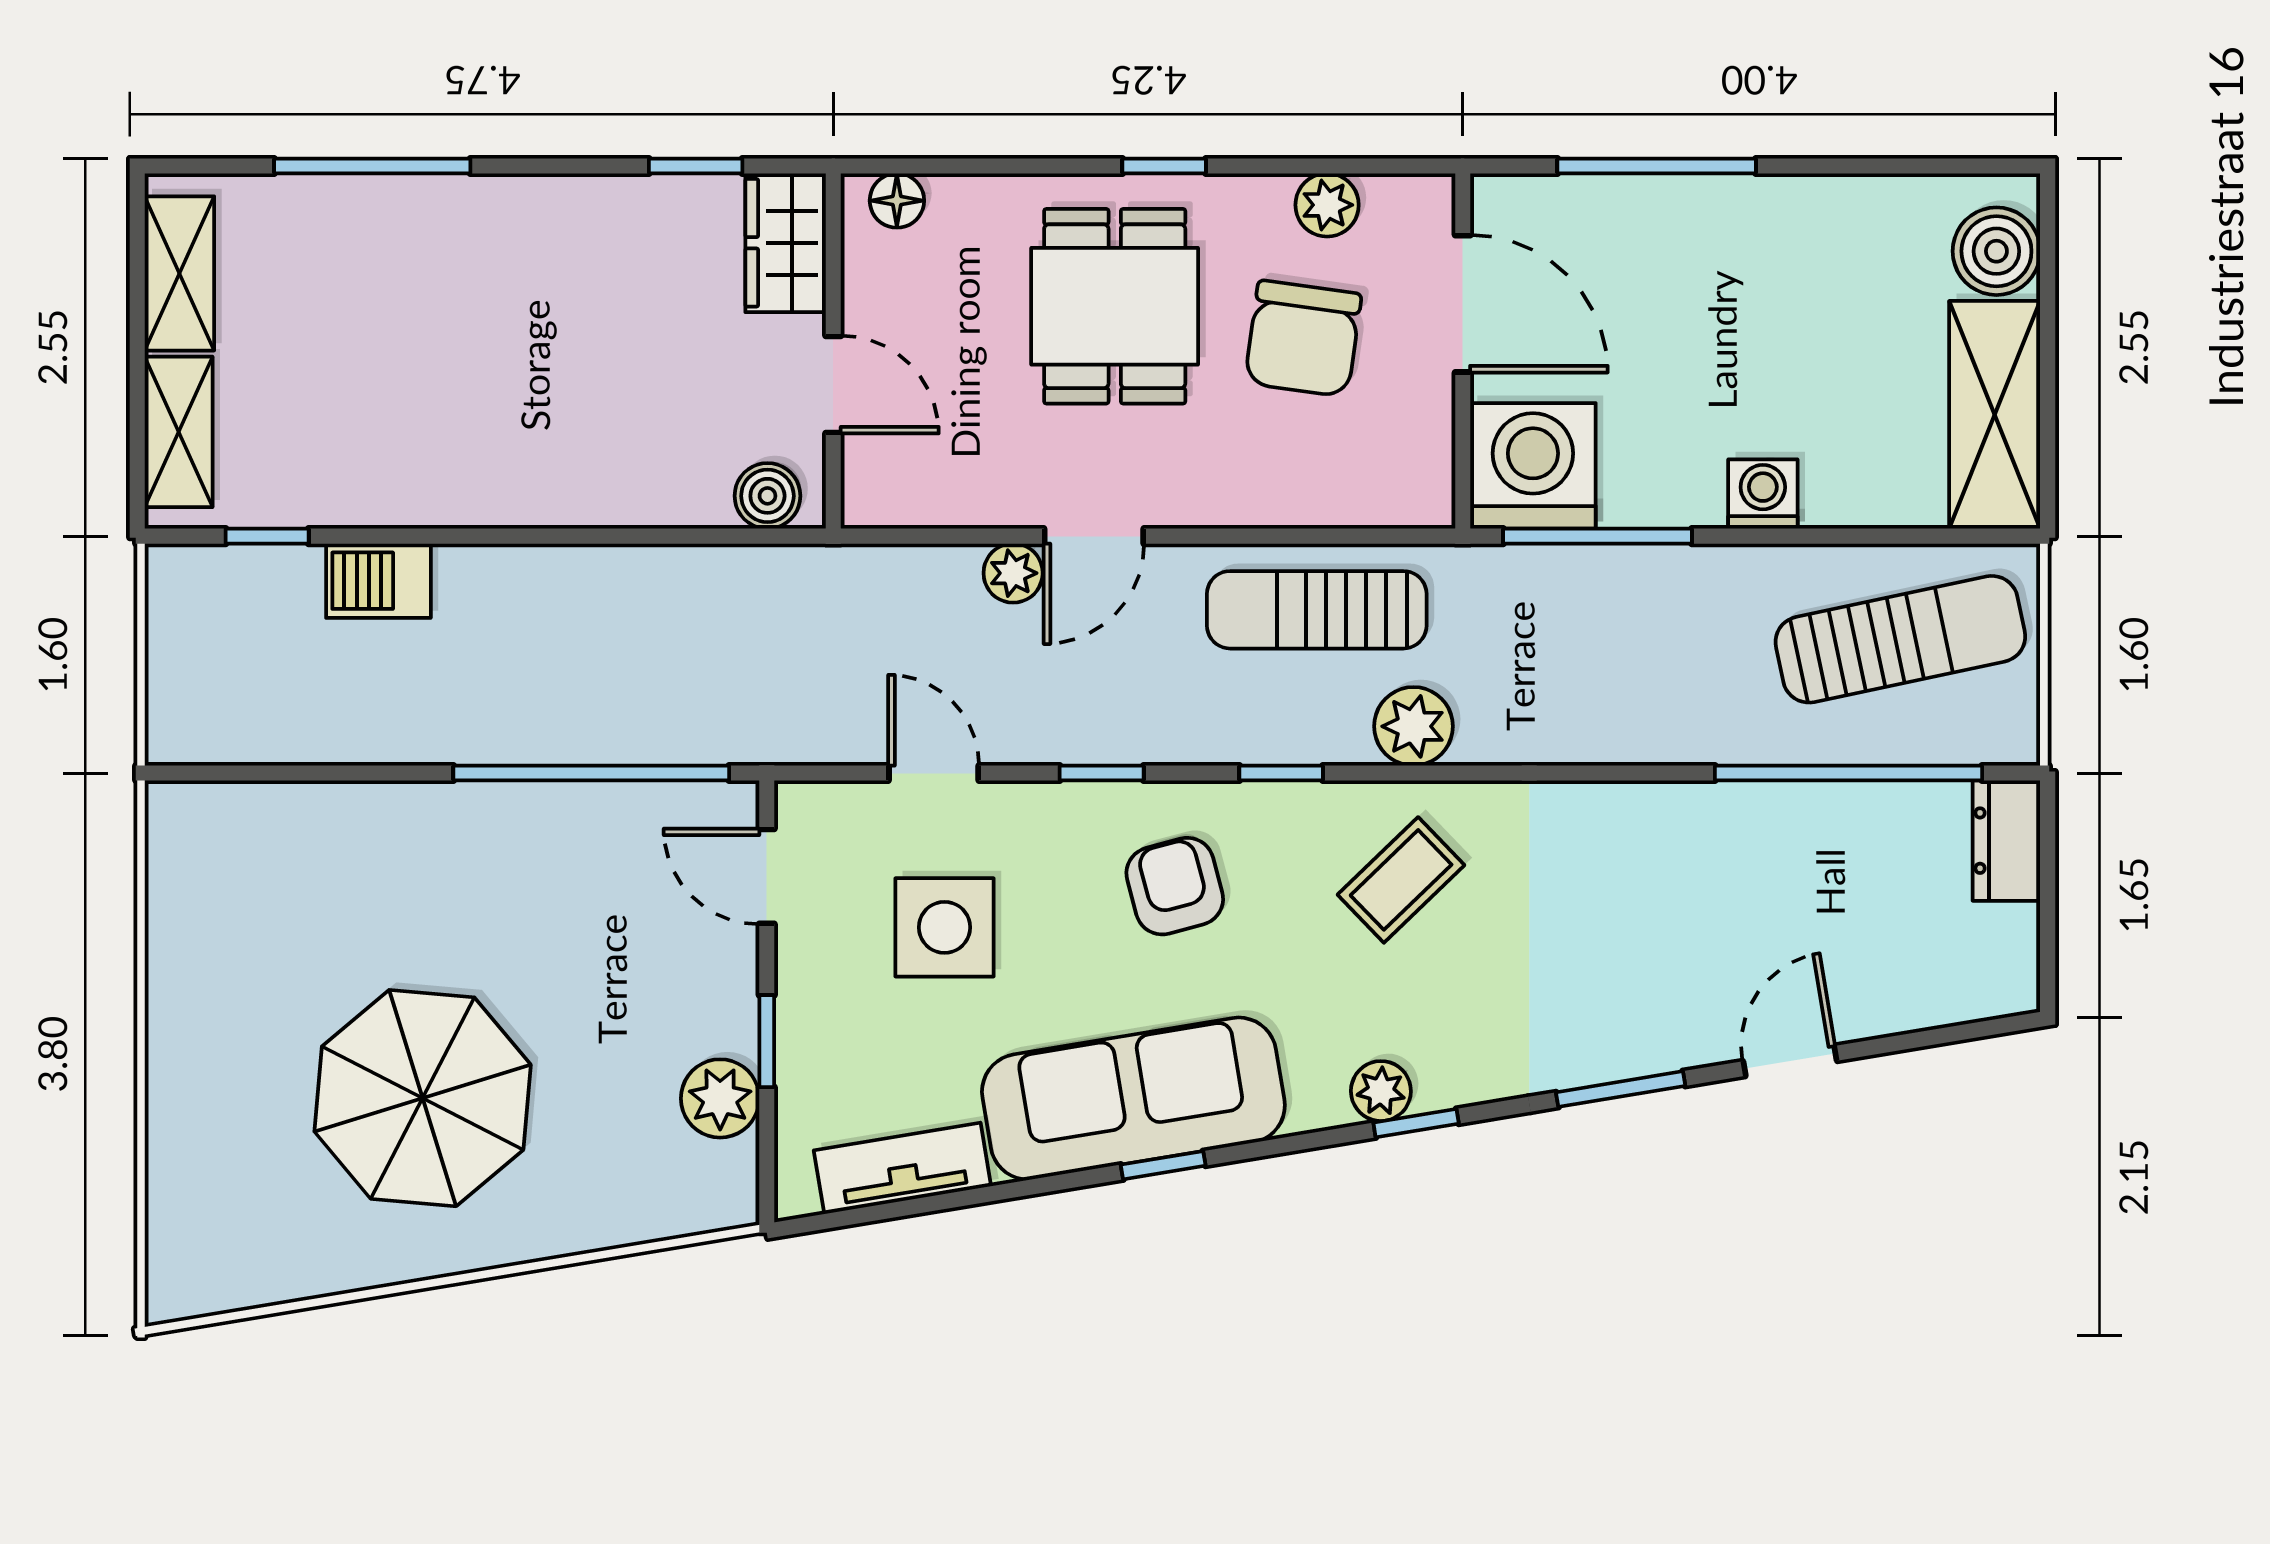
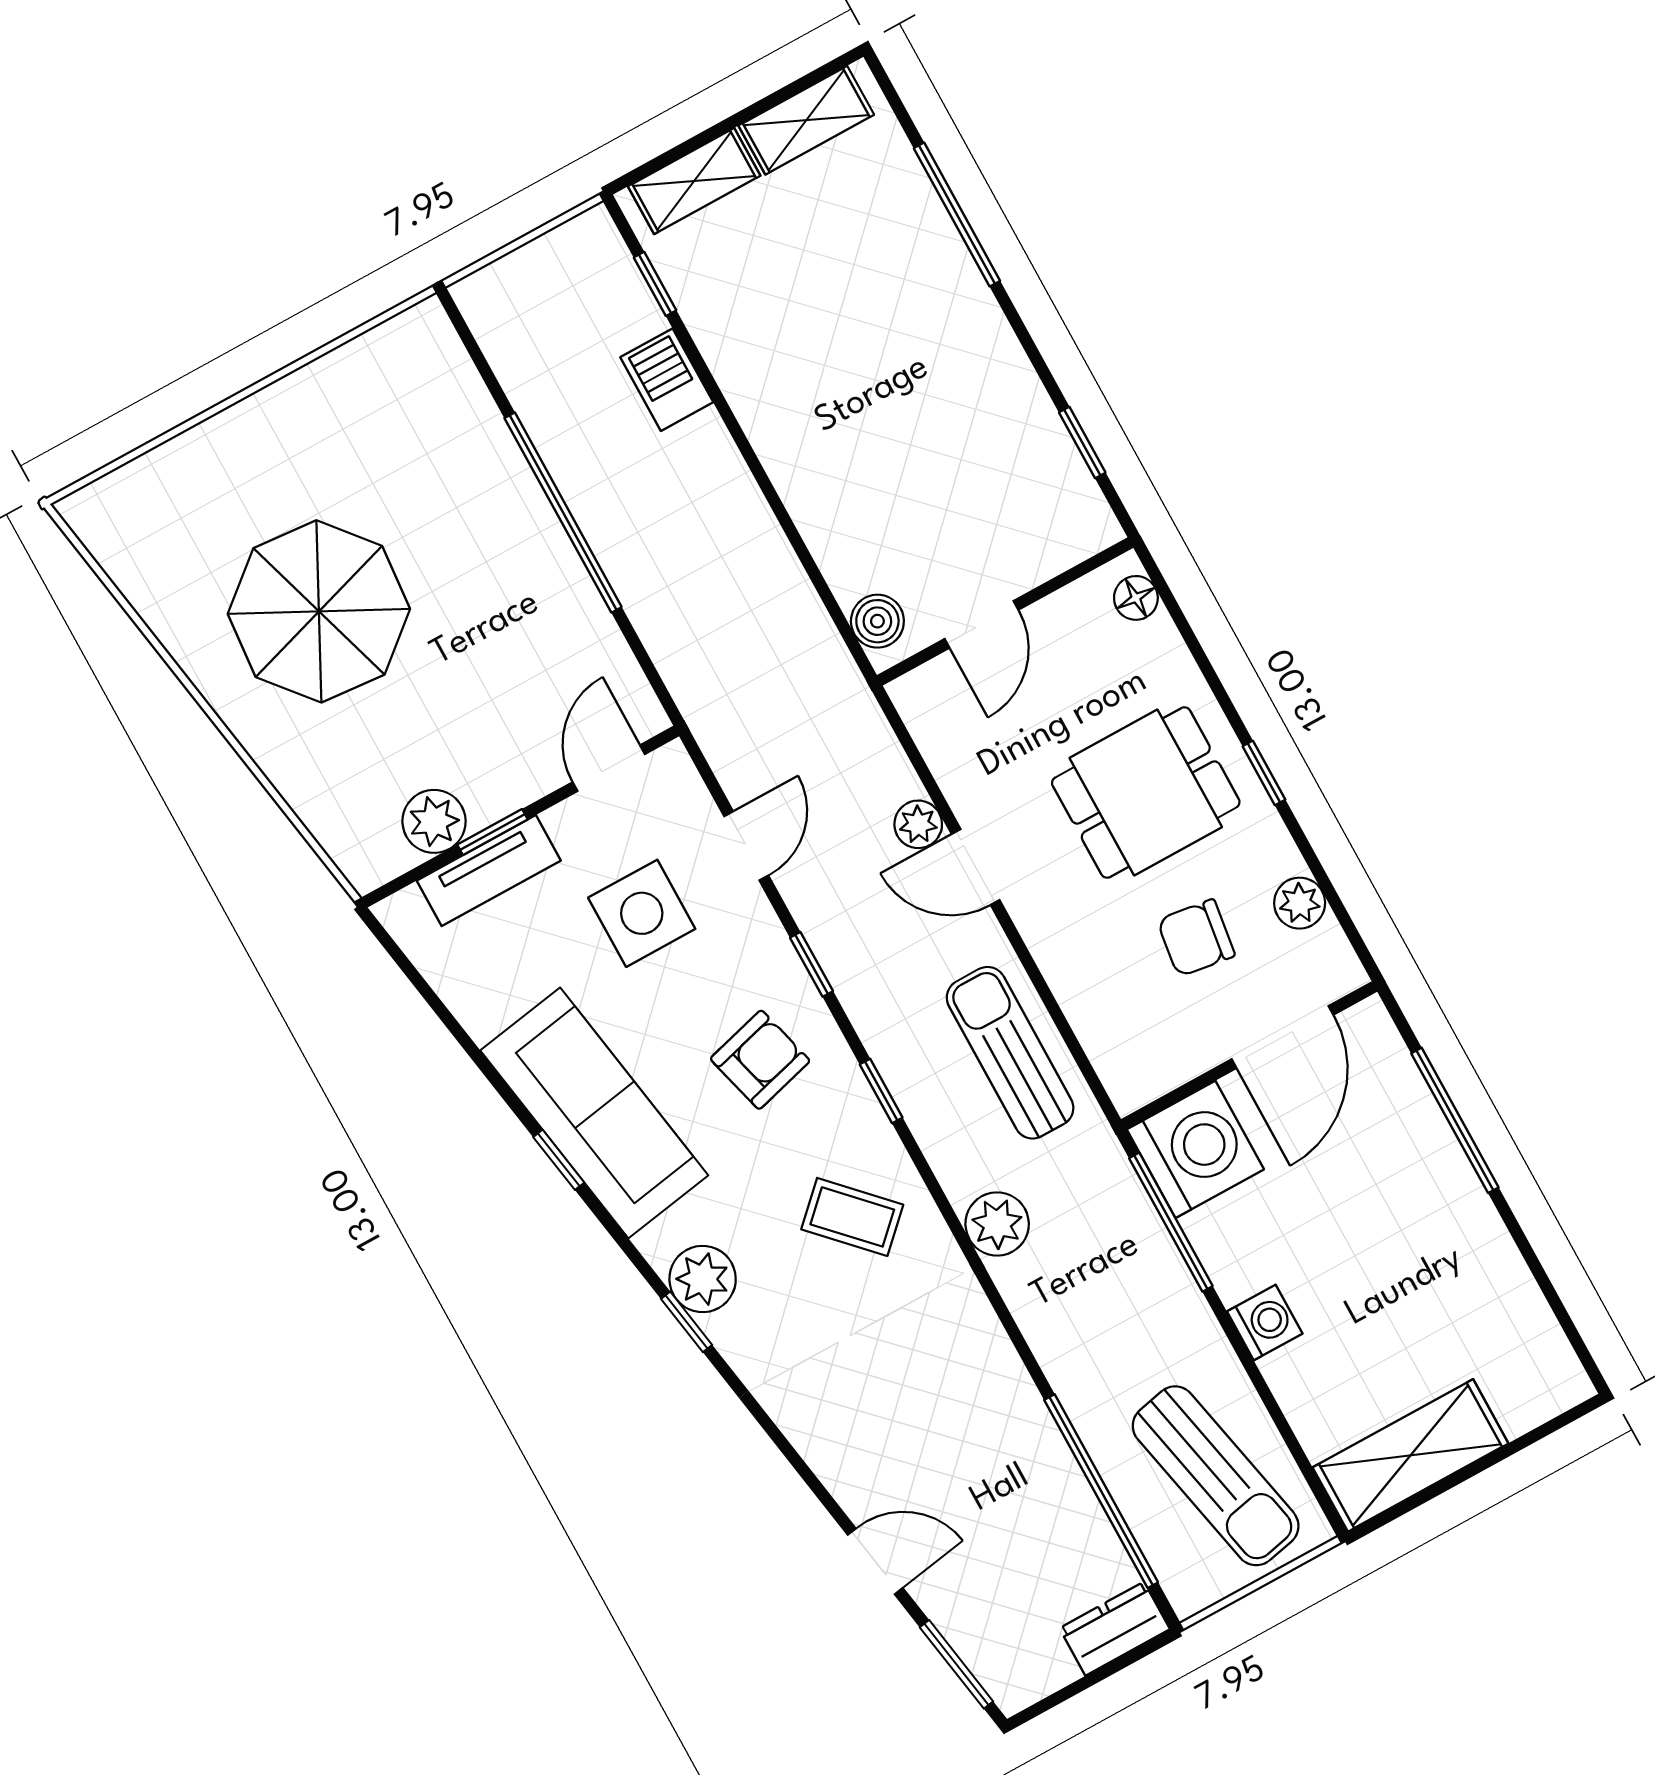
wardrobe: (786, 243) -> (1063, 536), removed
boiler: (1996, 251) -> (1527, 1393), removed
chair: (1303, 339) -> (1196, 938), width x0.73, depth x0.73
plant: (1414, 726) -> (997, 1224), moved
window: (591, 773) -> (563, 512), moved
window: (1621, 1089) -> (956, 1664), moved
plant: (1381, 1091) -> (703, 1279), width x1.38, depth x1.38
tv unit: (902, 1168) -> (489, 871), moved, turned 99

